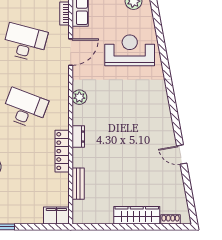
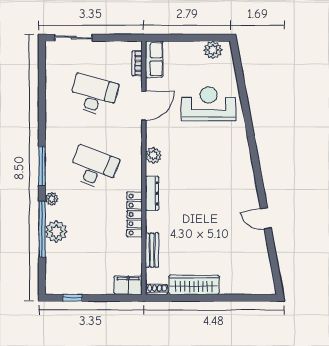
dresser: (78, 137) -> (152, 193), width x1.44
wardrobe: (137, 215) -> (194, 285), moved
shoe rack: (170, 219) -> (157, 289), moved

